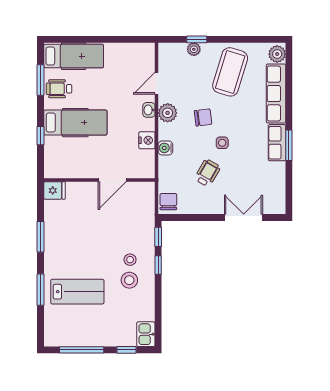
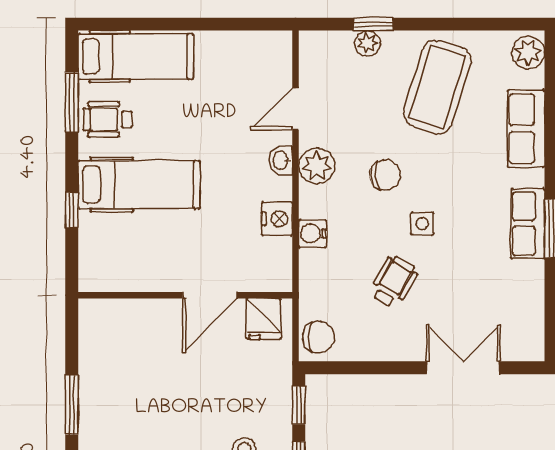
row of seats: (276, 94) -> (526, 129), width x0.68
fridge: (54, 190) -> (264, 319), moved, turned 90
chair: (168, 202) -> (318, 337), turned 92

